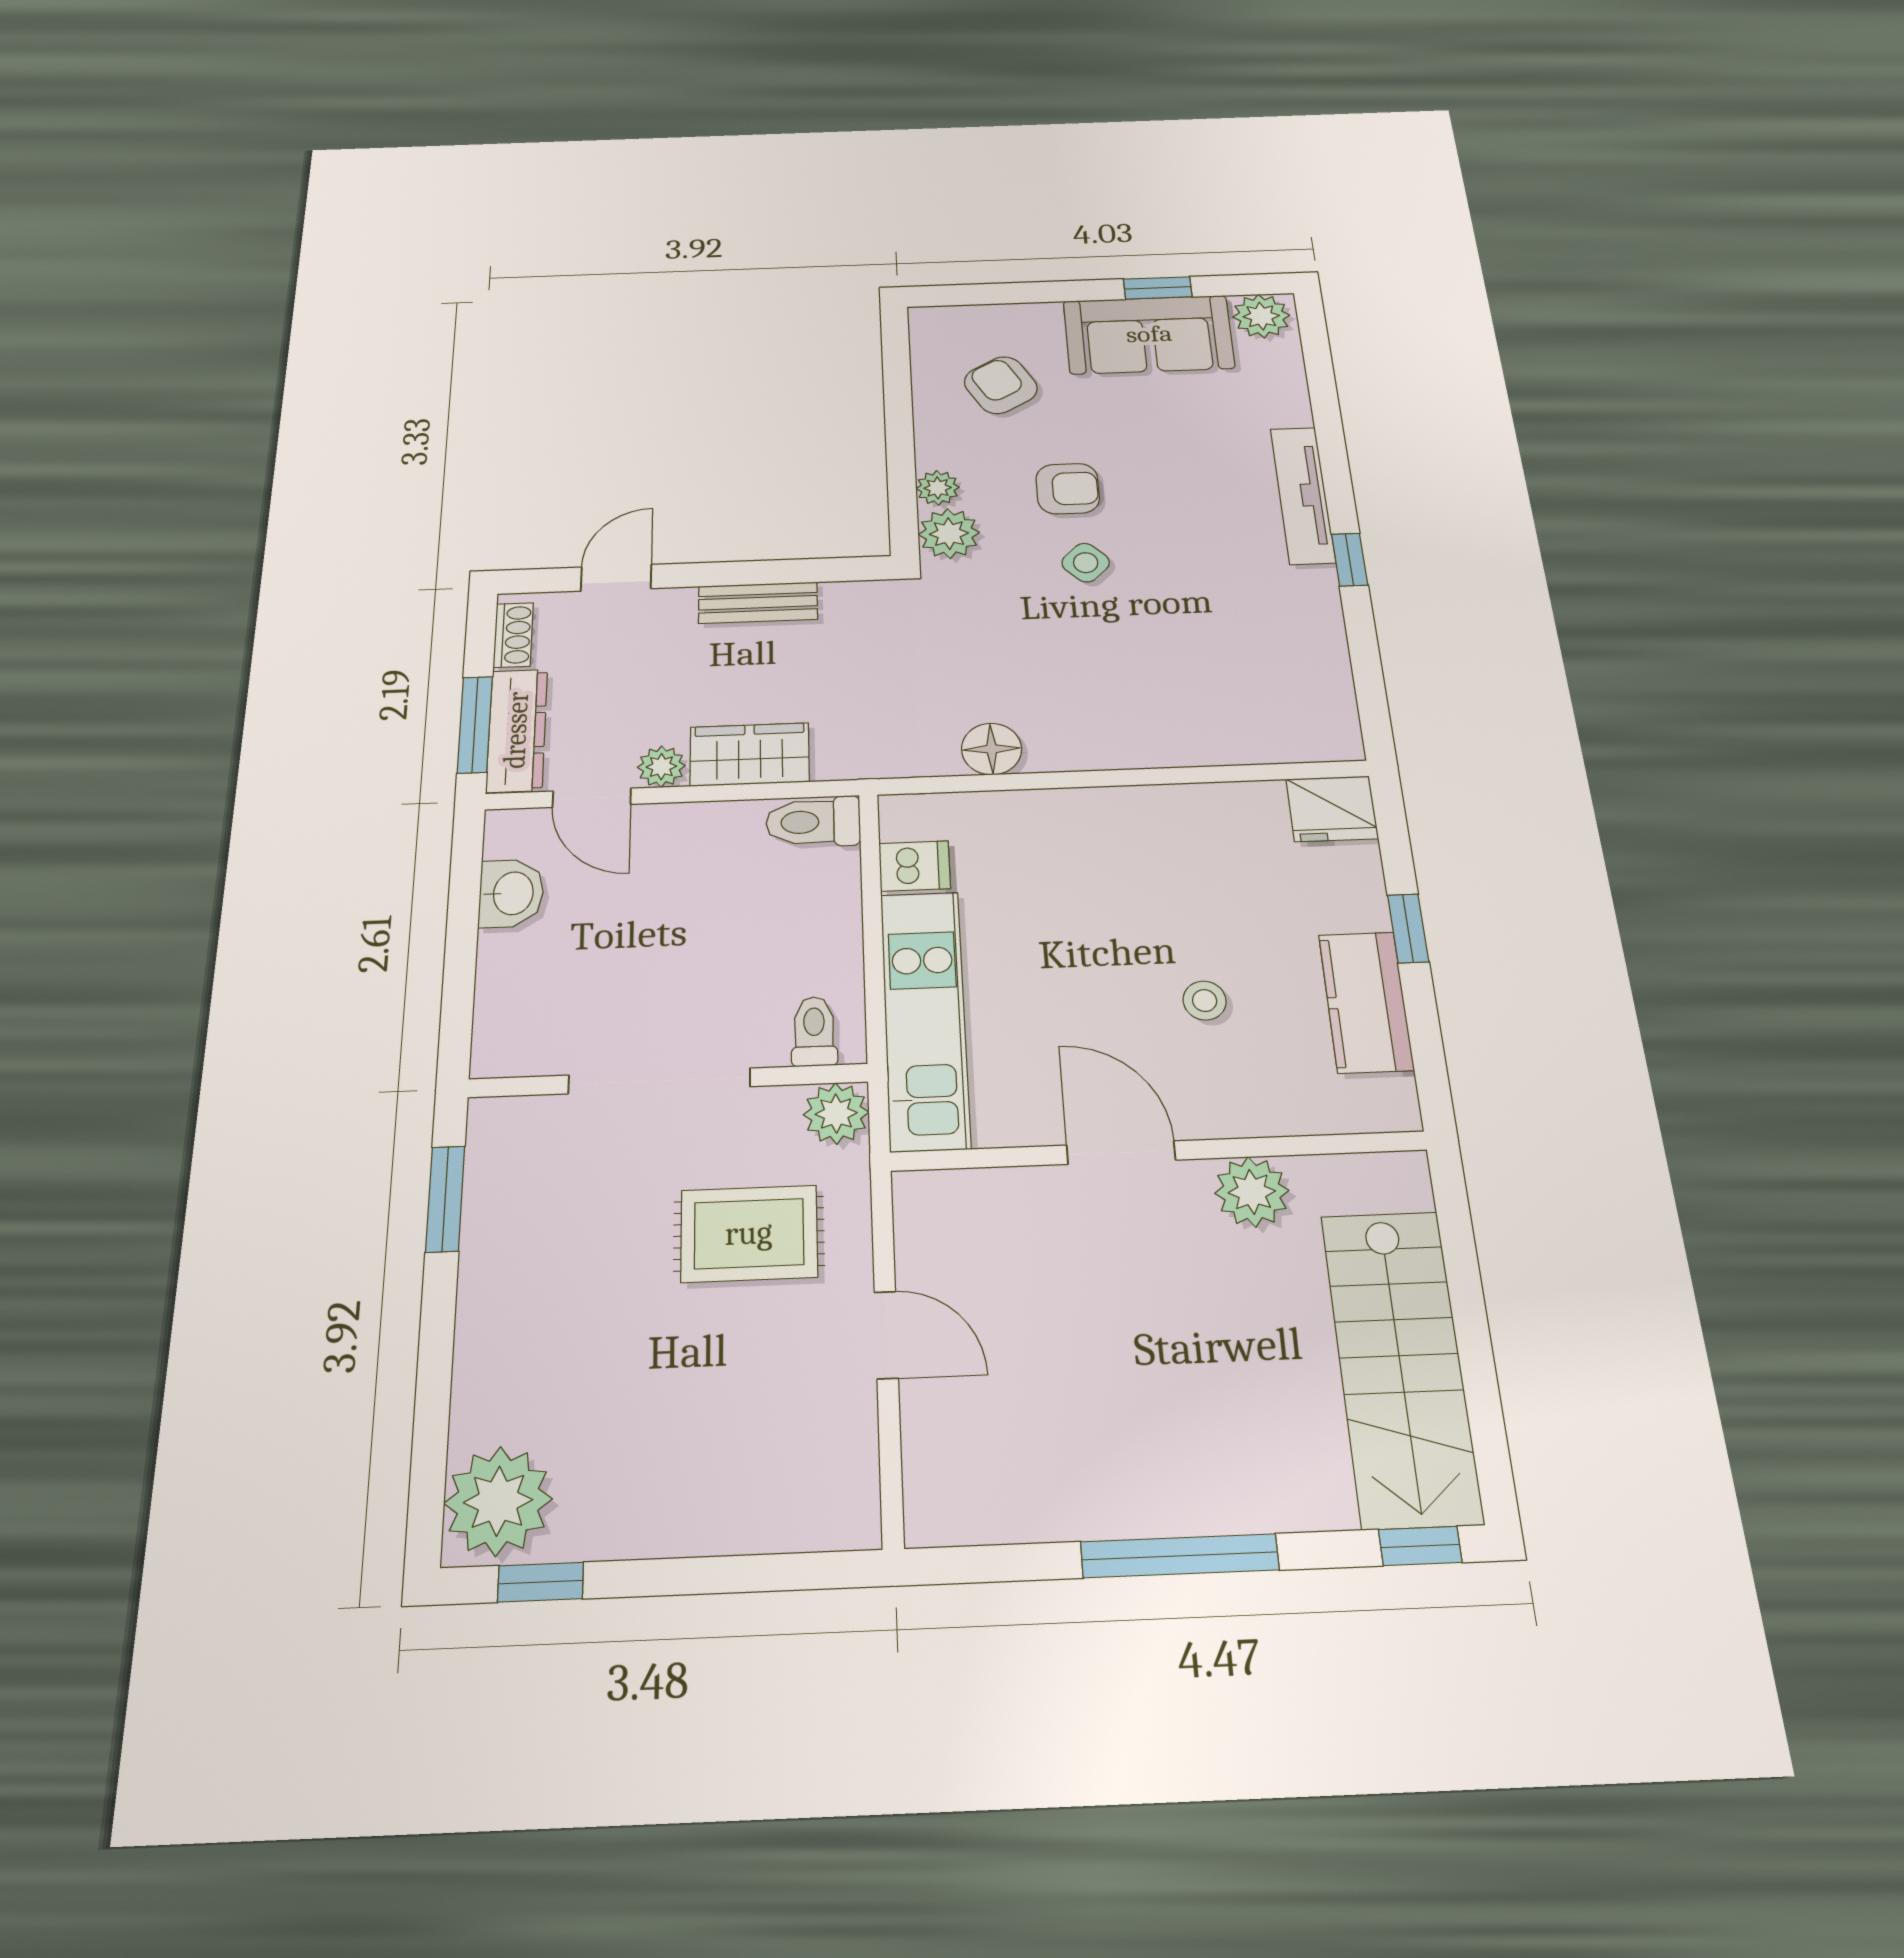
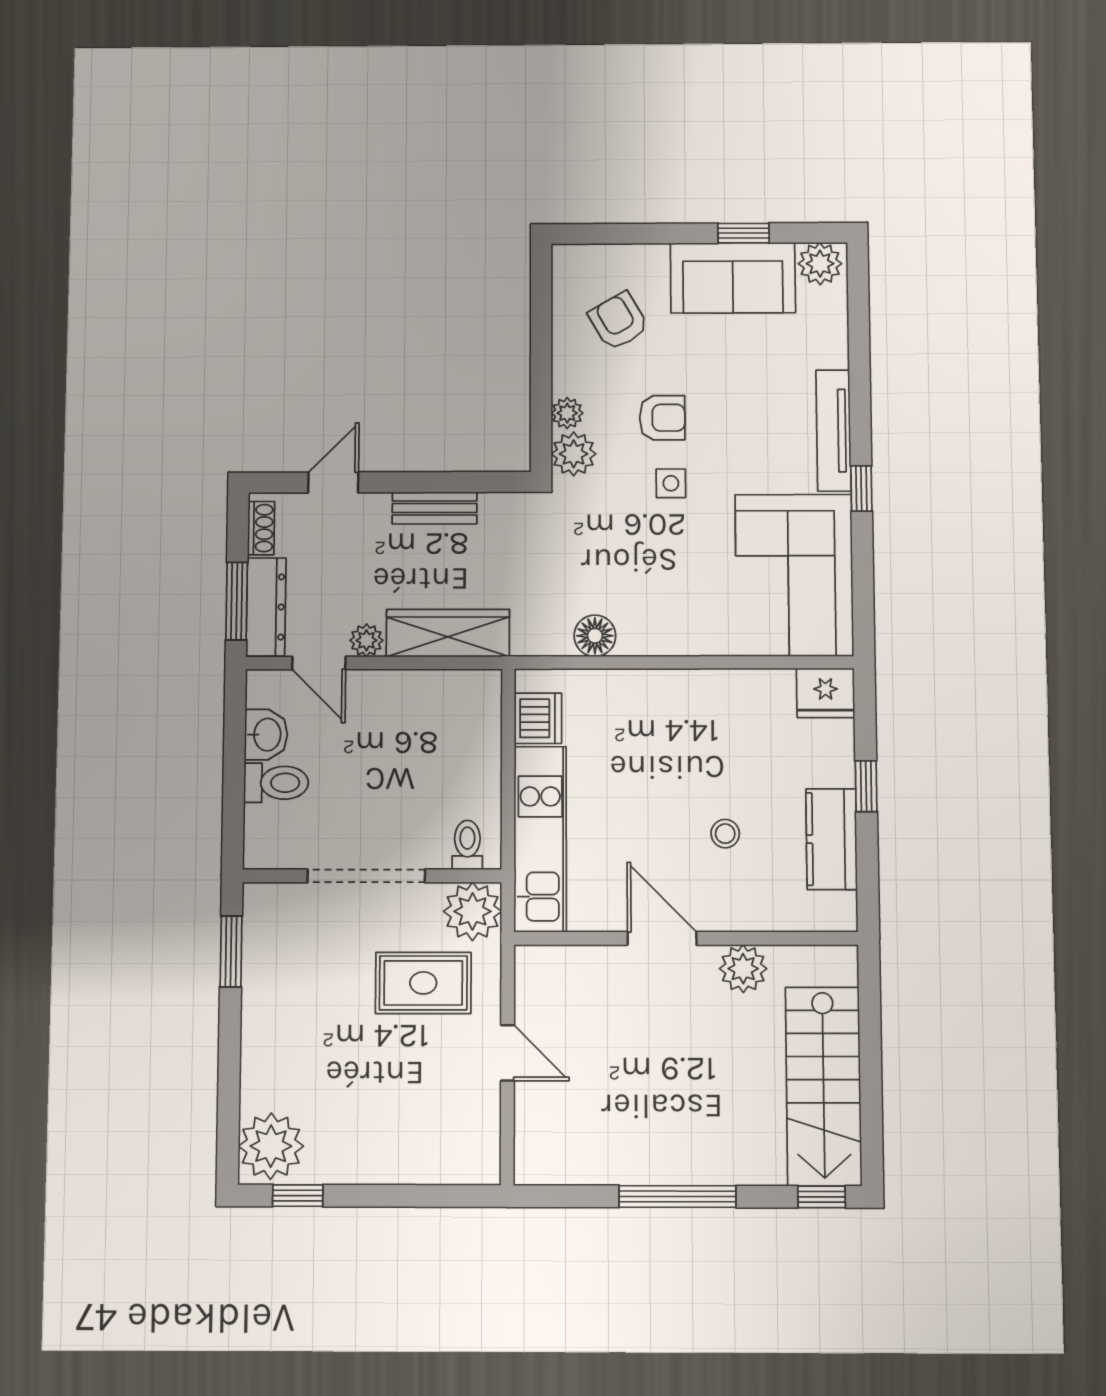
side table: (1086, 563) -> (671, 483), turned 45
corner sofa: (1269, 665) -> (794, 575), added
wardrobe: (750, 754) -> (448, 633), width x1.50
toilet: (813, 822) -> (276, 783), moved, turned 180
dishwasher: (915, 866) -> (538, 718), width x1.38
plant: (836, 1113) -> (472, 911), width x1.36, depth x1.36

